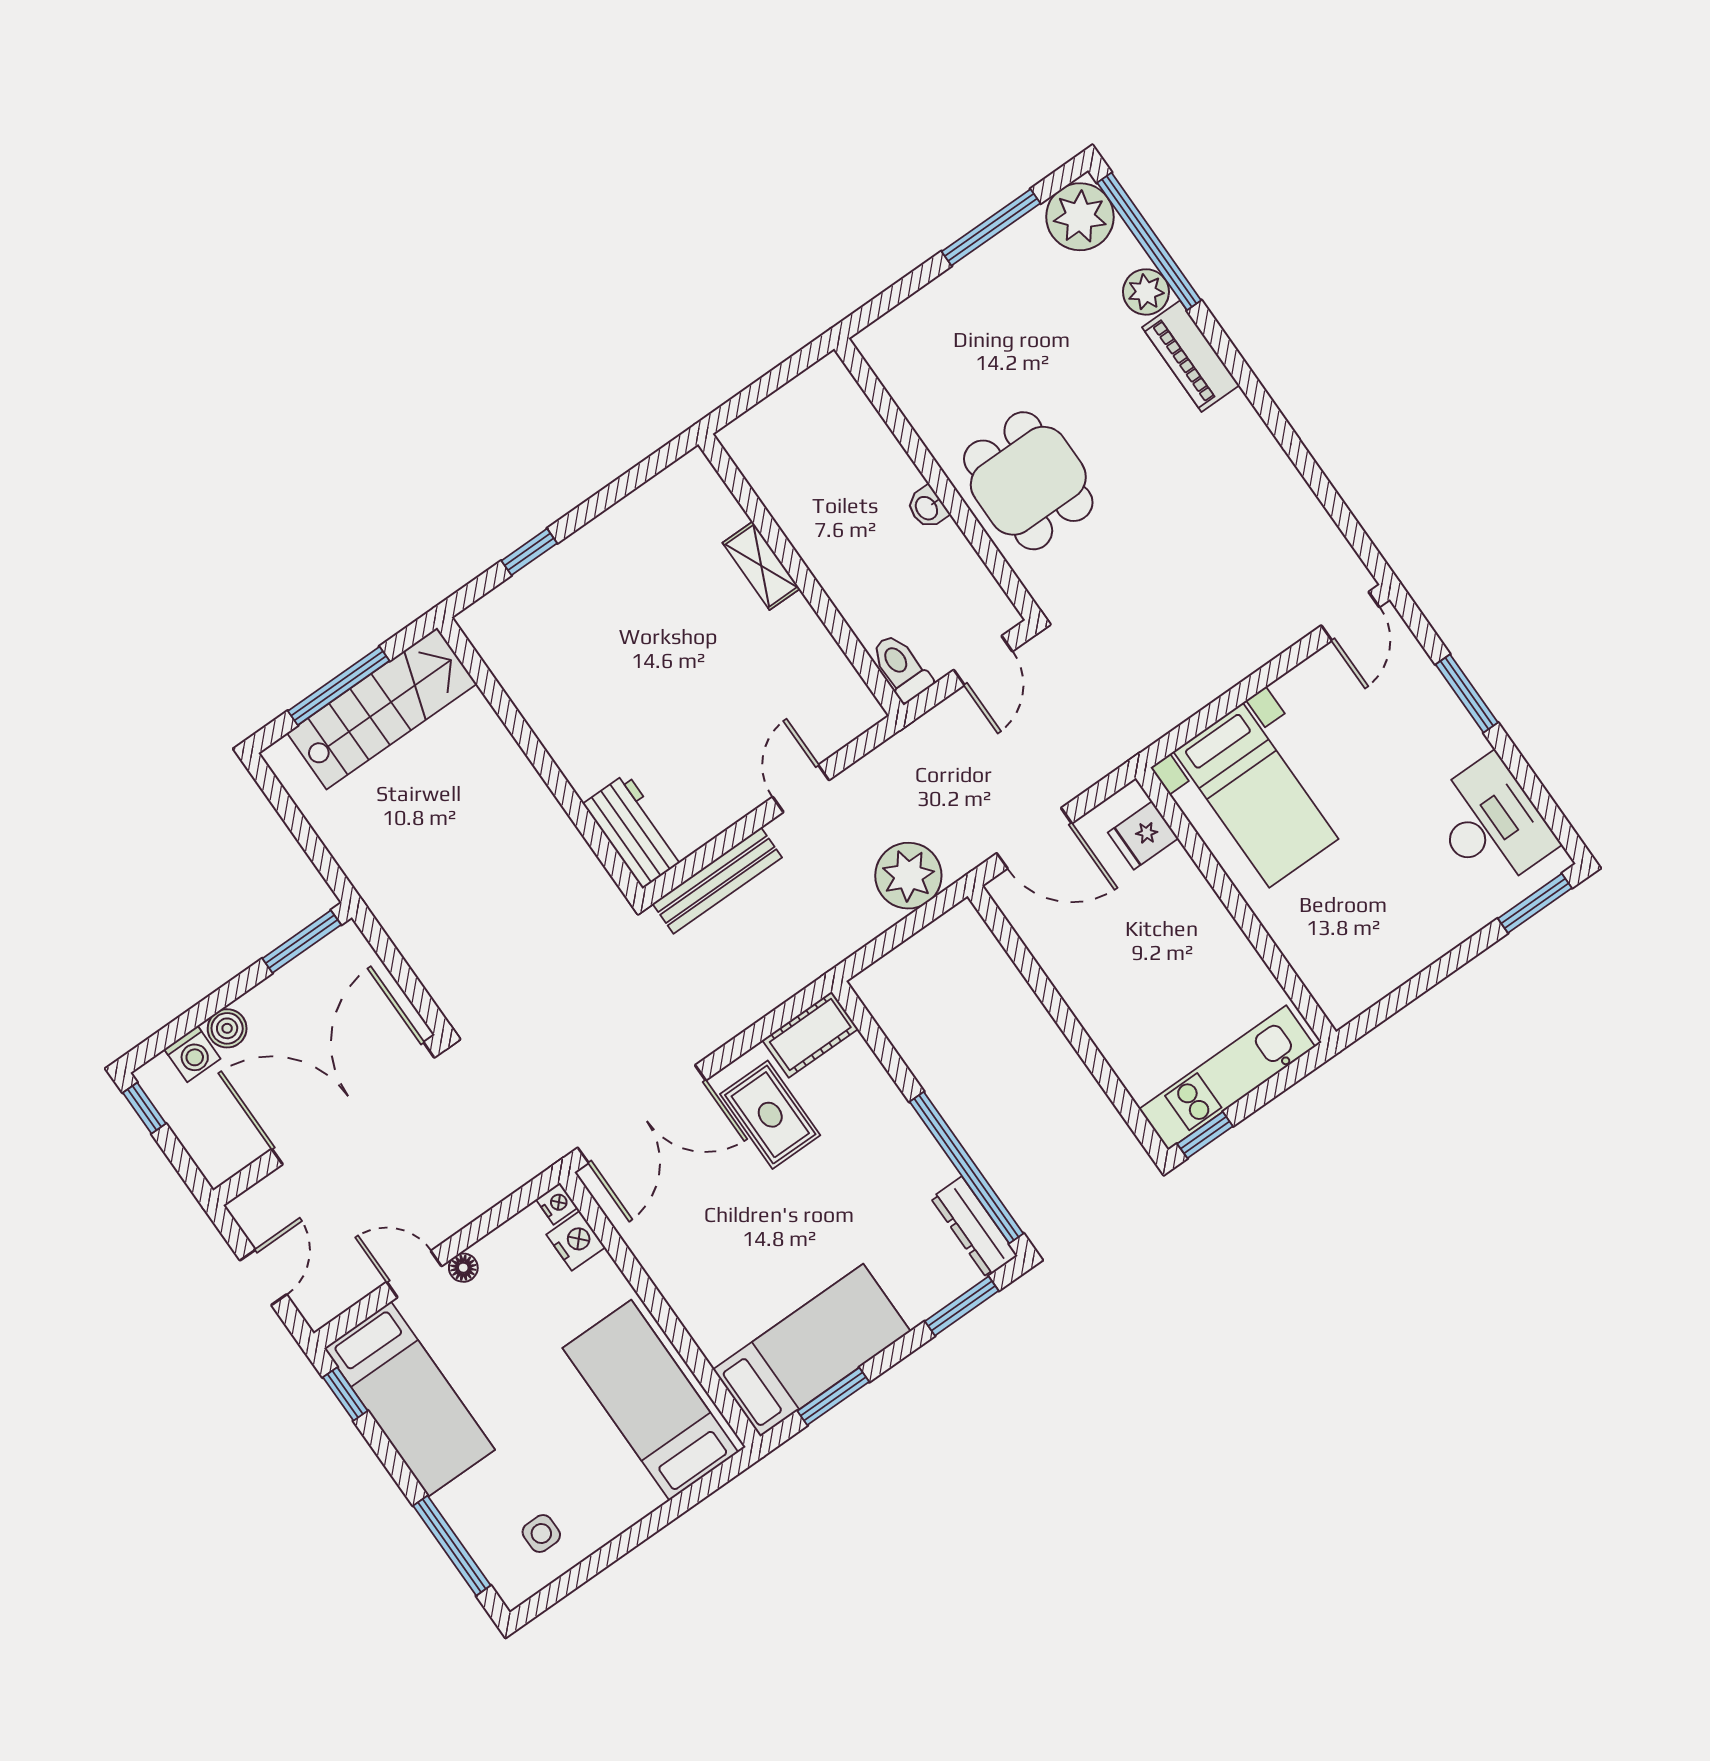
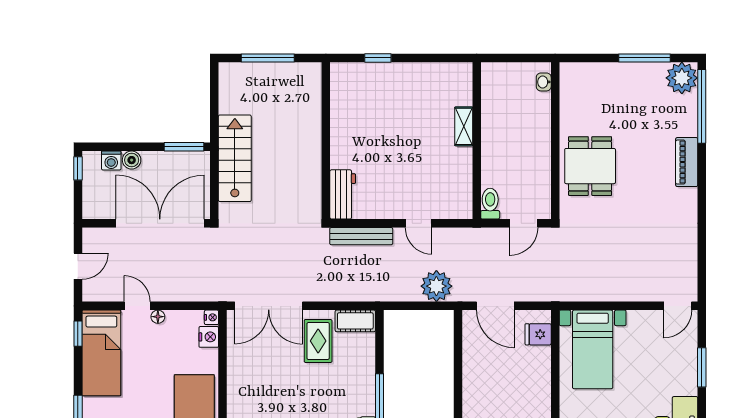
plant: (1146, 292) -> (687, 125), removed
washbasin: (927, 508) -> (544, 82), moved
stairs: (382, 708) -> (235, 158), moved, turned -90
door: (801, 788) -> (419, 223), swing flipped

